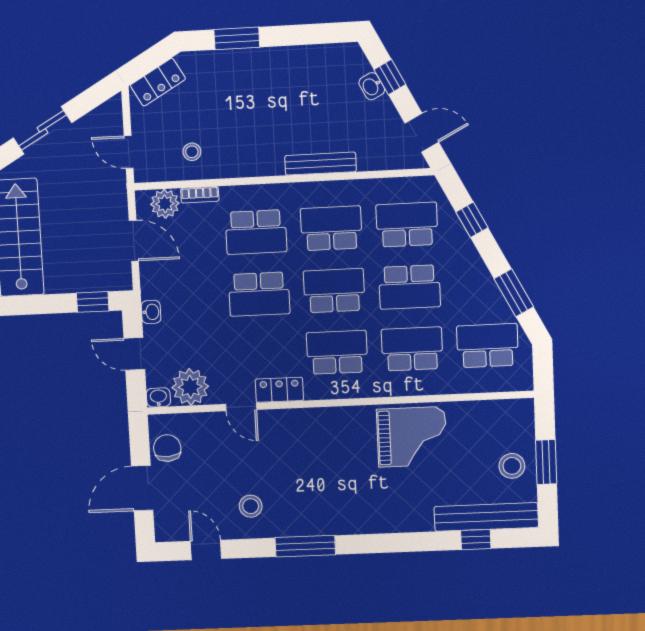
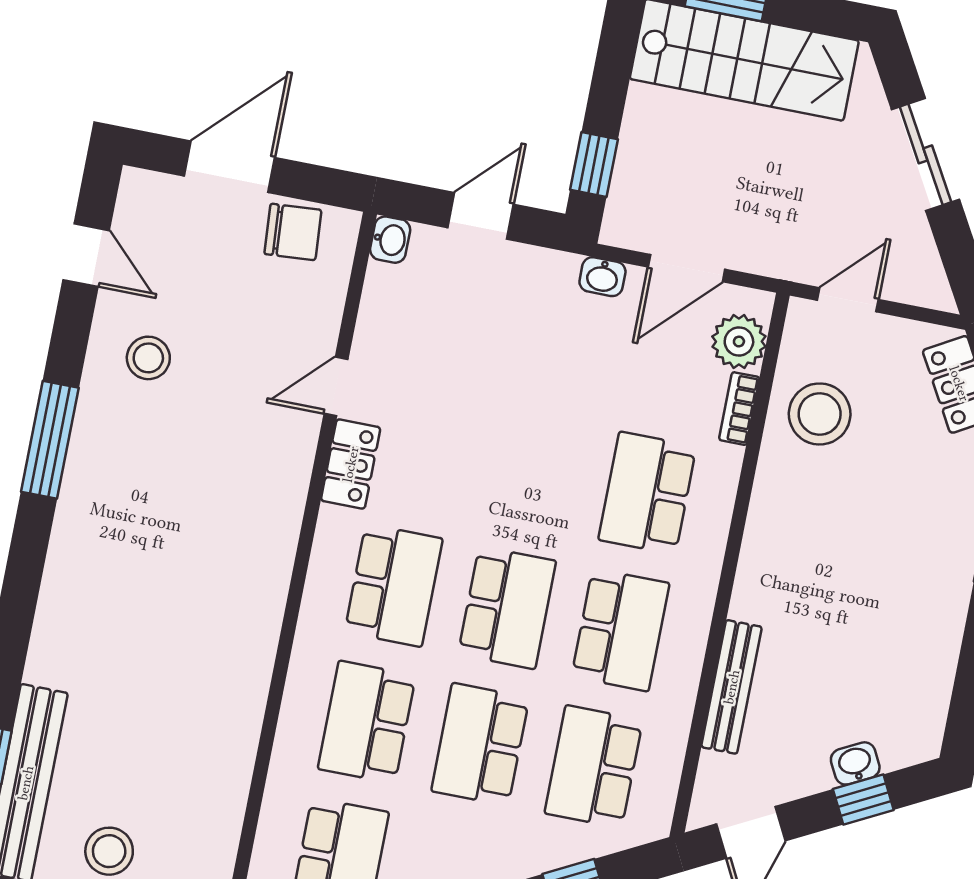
stool: (192, 152) -> (820, 414), width x1.89, depth x1.89
bench: (321, 164) -> (732, 687), moved
school desk: (407, 225) -> (594, 767), turned 180
school desk: (259, 294) -> (534, 471), removed
washbasin: (151, 312) -> (602, 277), moved
school desk: (412, 349) -> (367, 722), turned 180
plant: (190, 387) -> (395, 303), removed
grand piano: (412, 437) -> (206, 683), removed
door: (142, 488) -> (230, 167), hinge flipped
door: (206, 550) -> (86, 255), hinge flipped

